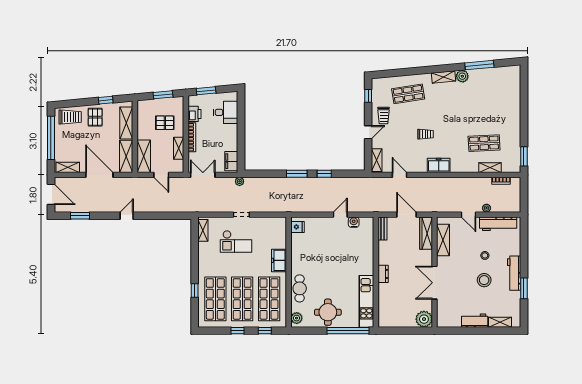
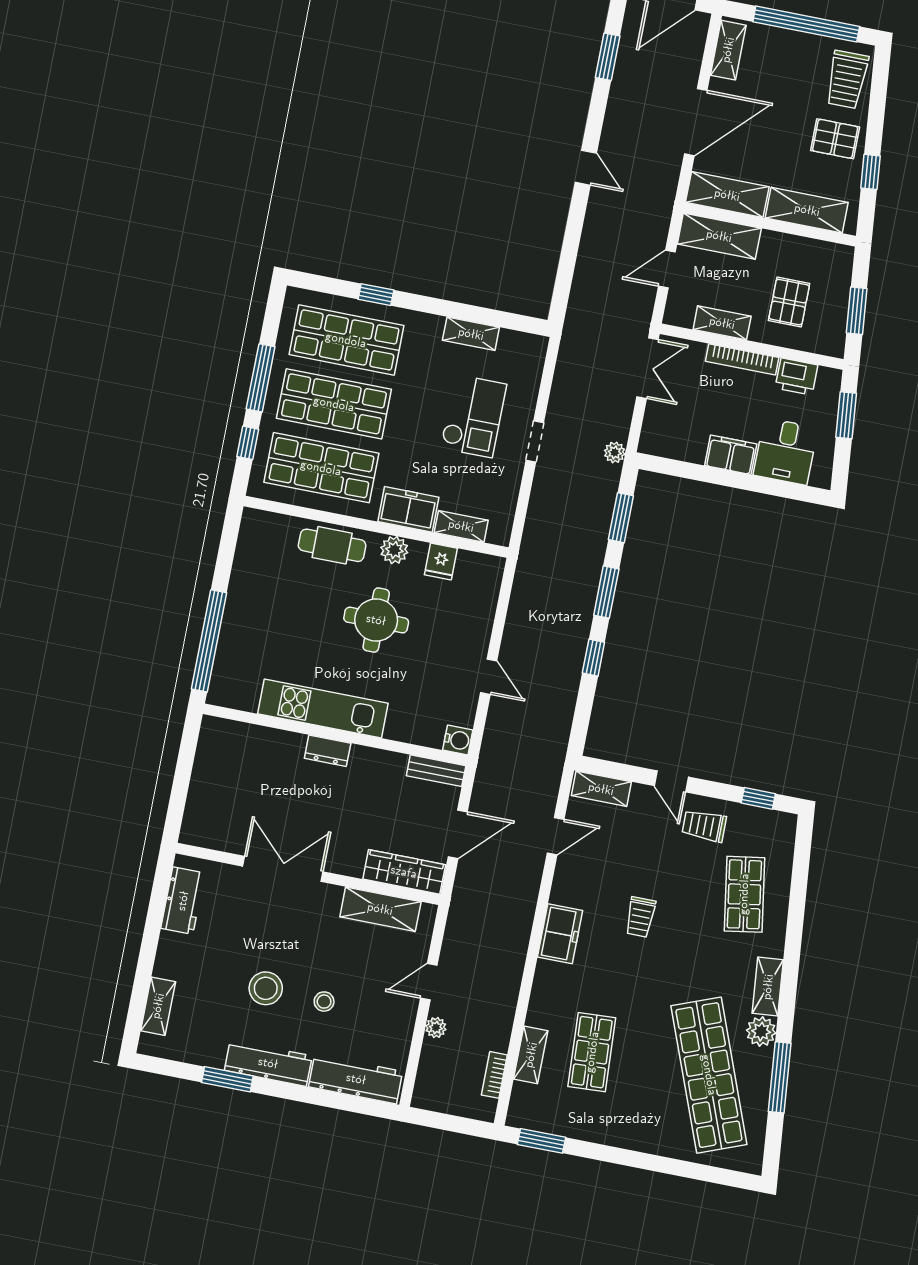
shop shelf: (484, 94) -> (709, 1075), added
filing cabinet: (231, 161) -> (731, 455), moved
window: (265, 174) -> (621, 518), added
water cooler: (354, 222) -> (458, 740), moved
workbench: (498, 224) -> (356, 1079), moved, turned 90
fridge: (298, 227) -> (441, 562), moved
shelving: (203, 230) -> (471, 334), moved
shelving: (282, 238) -> (461, 526), added
checkout: (236, 241) -> (473, 416), turned 180
kitchen unit: (366, 301) -> (323, 709), moved
round table: (328, 312) -> (376, 620), moved
plant: (297, 318) -> (394, 550), moved
plant: (424, 319) -> (201, 827), removed
workbench: (475, 321) -> (183, 901), moved
window: (237, 331) -> (261, 378), width x2.17

